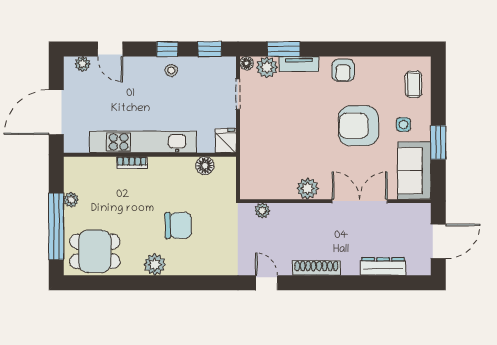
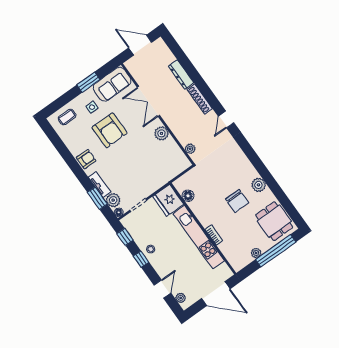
fridge: (226, 141) -> (168, 200), width x1.88, depth x1.34
chair: (178, 225) -> (237, 201), moved, turned 180
dresser: (383, 266) -> (181, 74), moved

